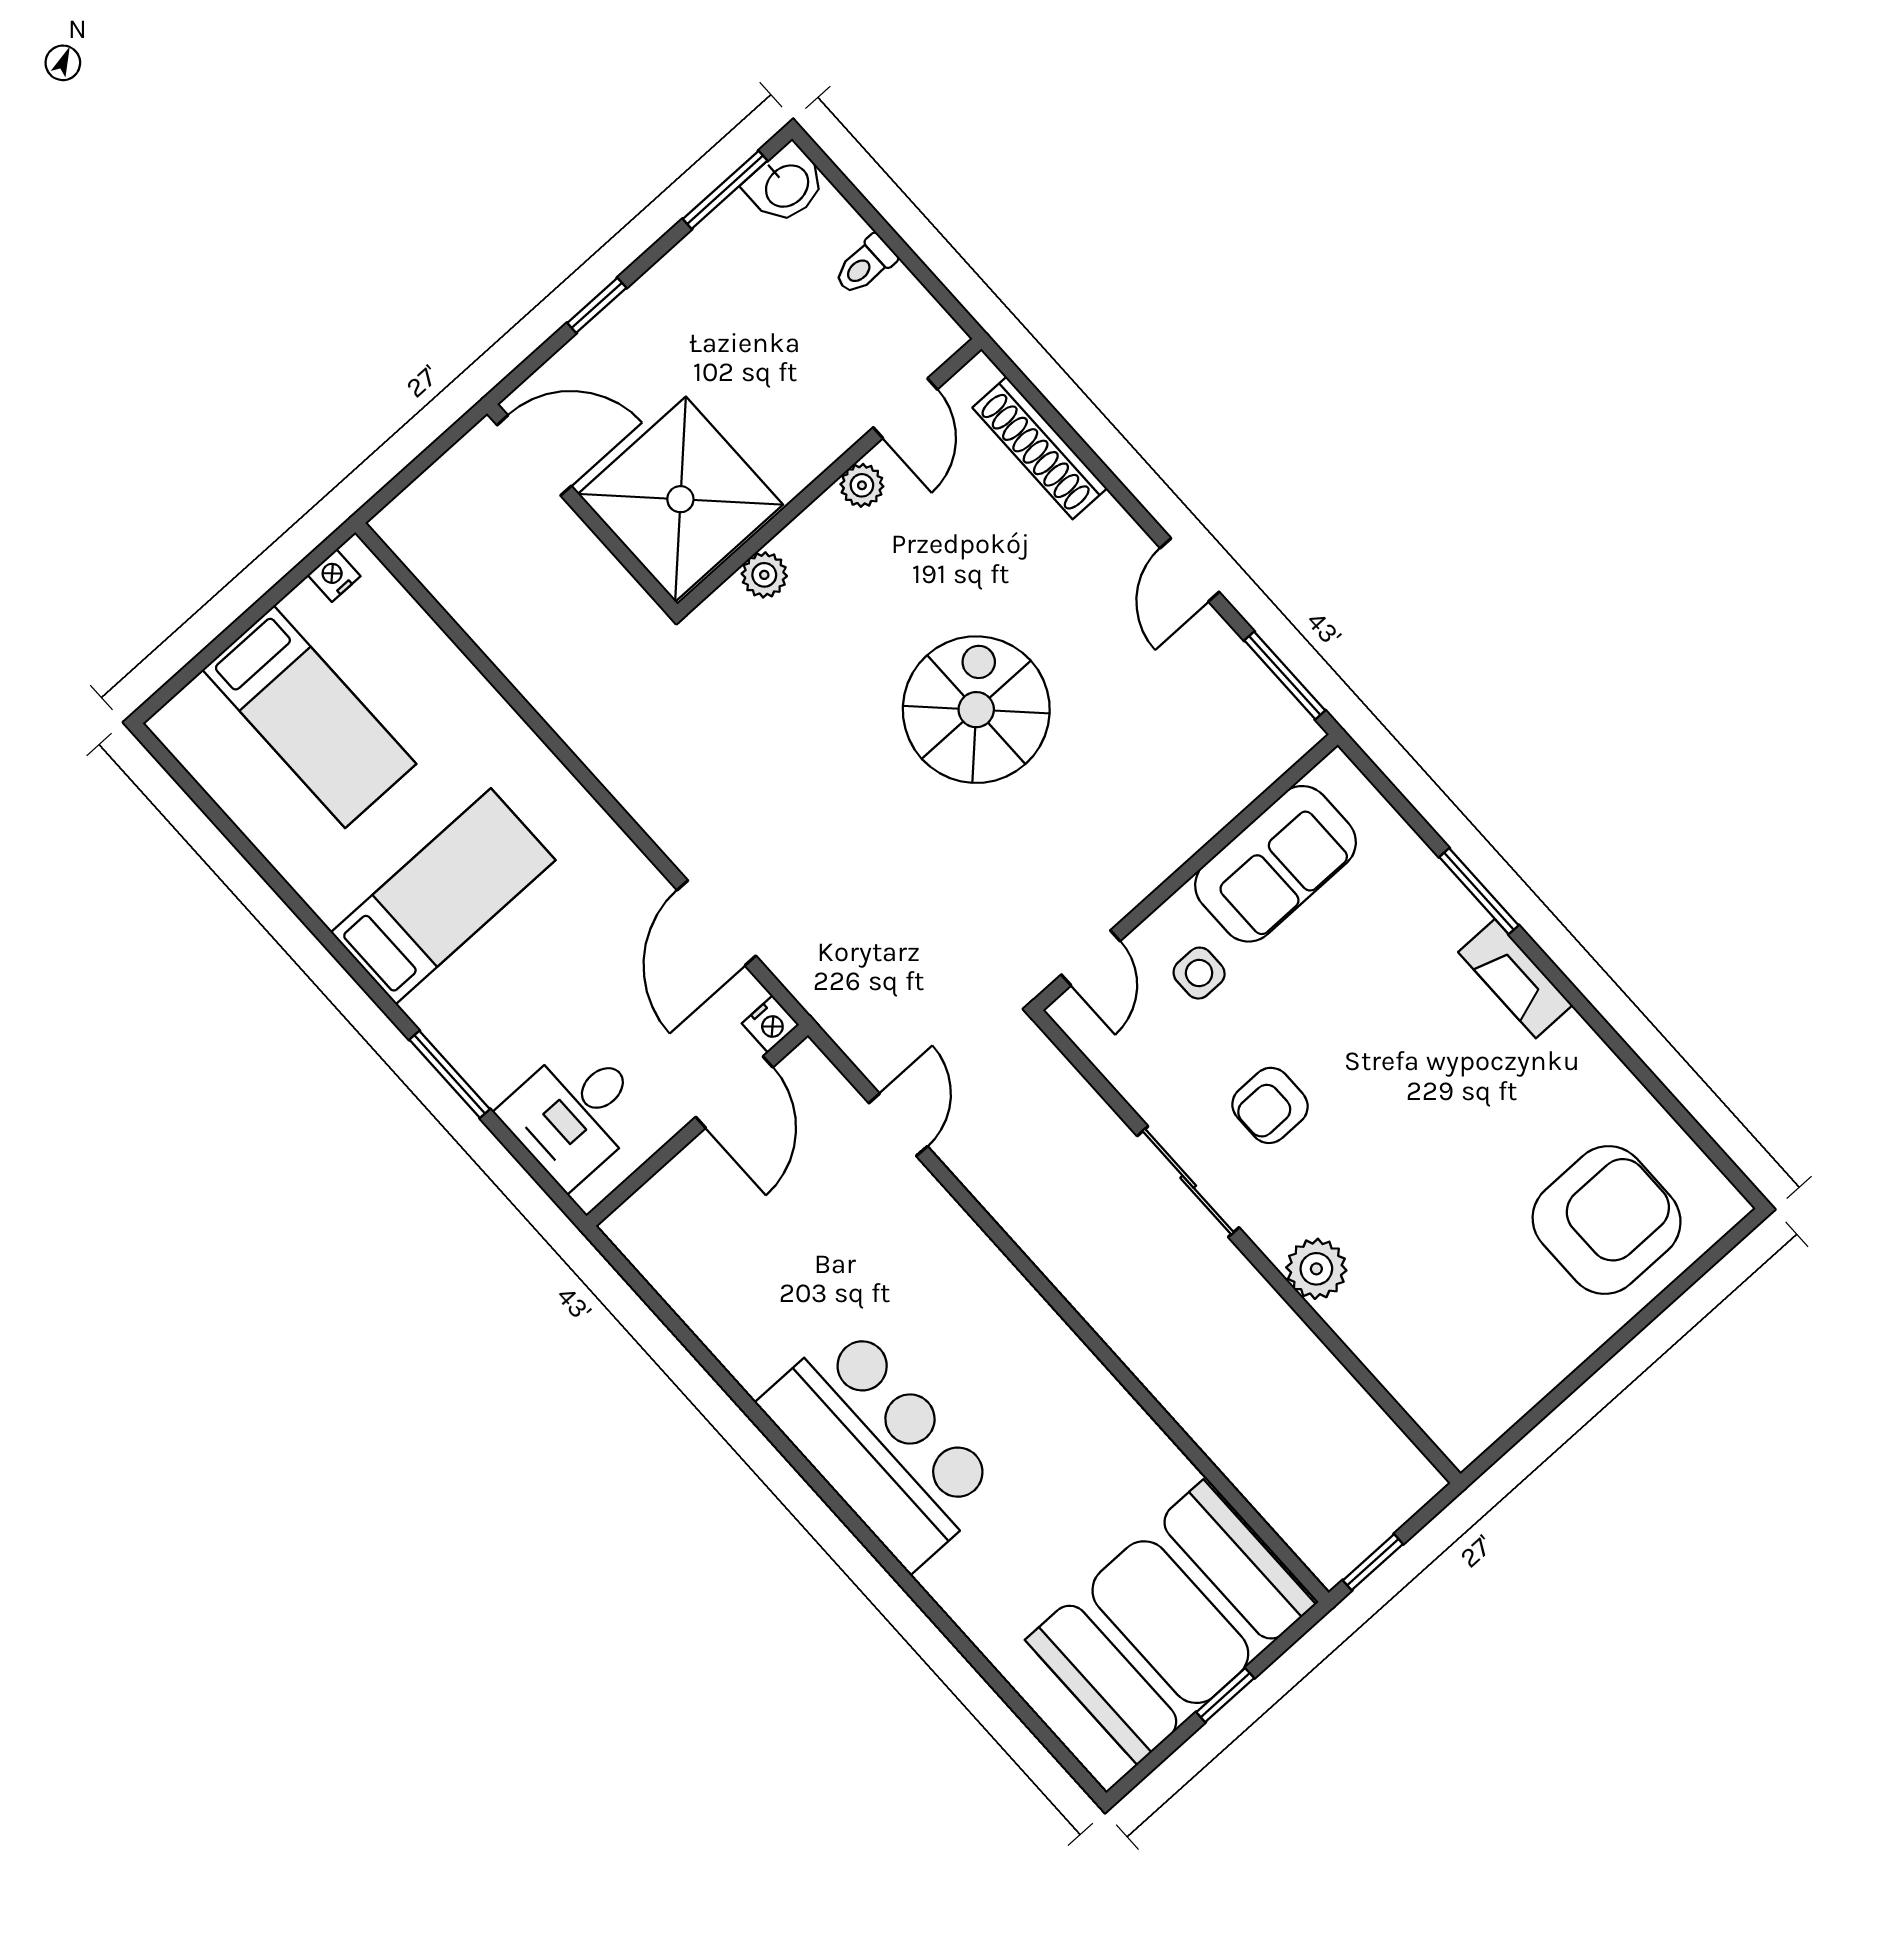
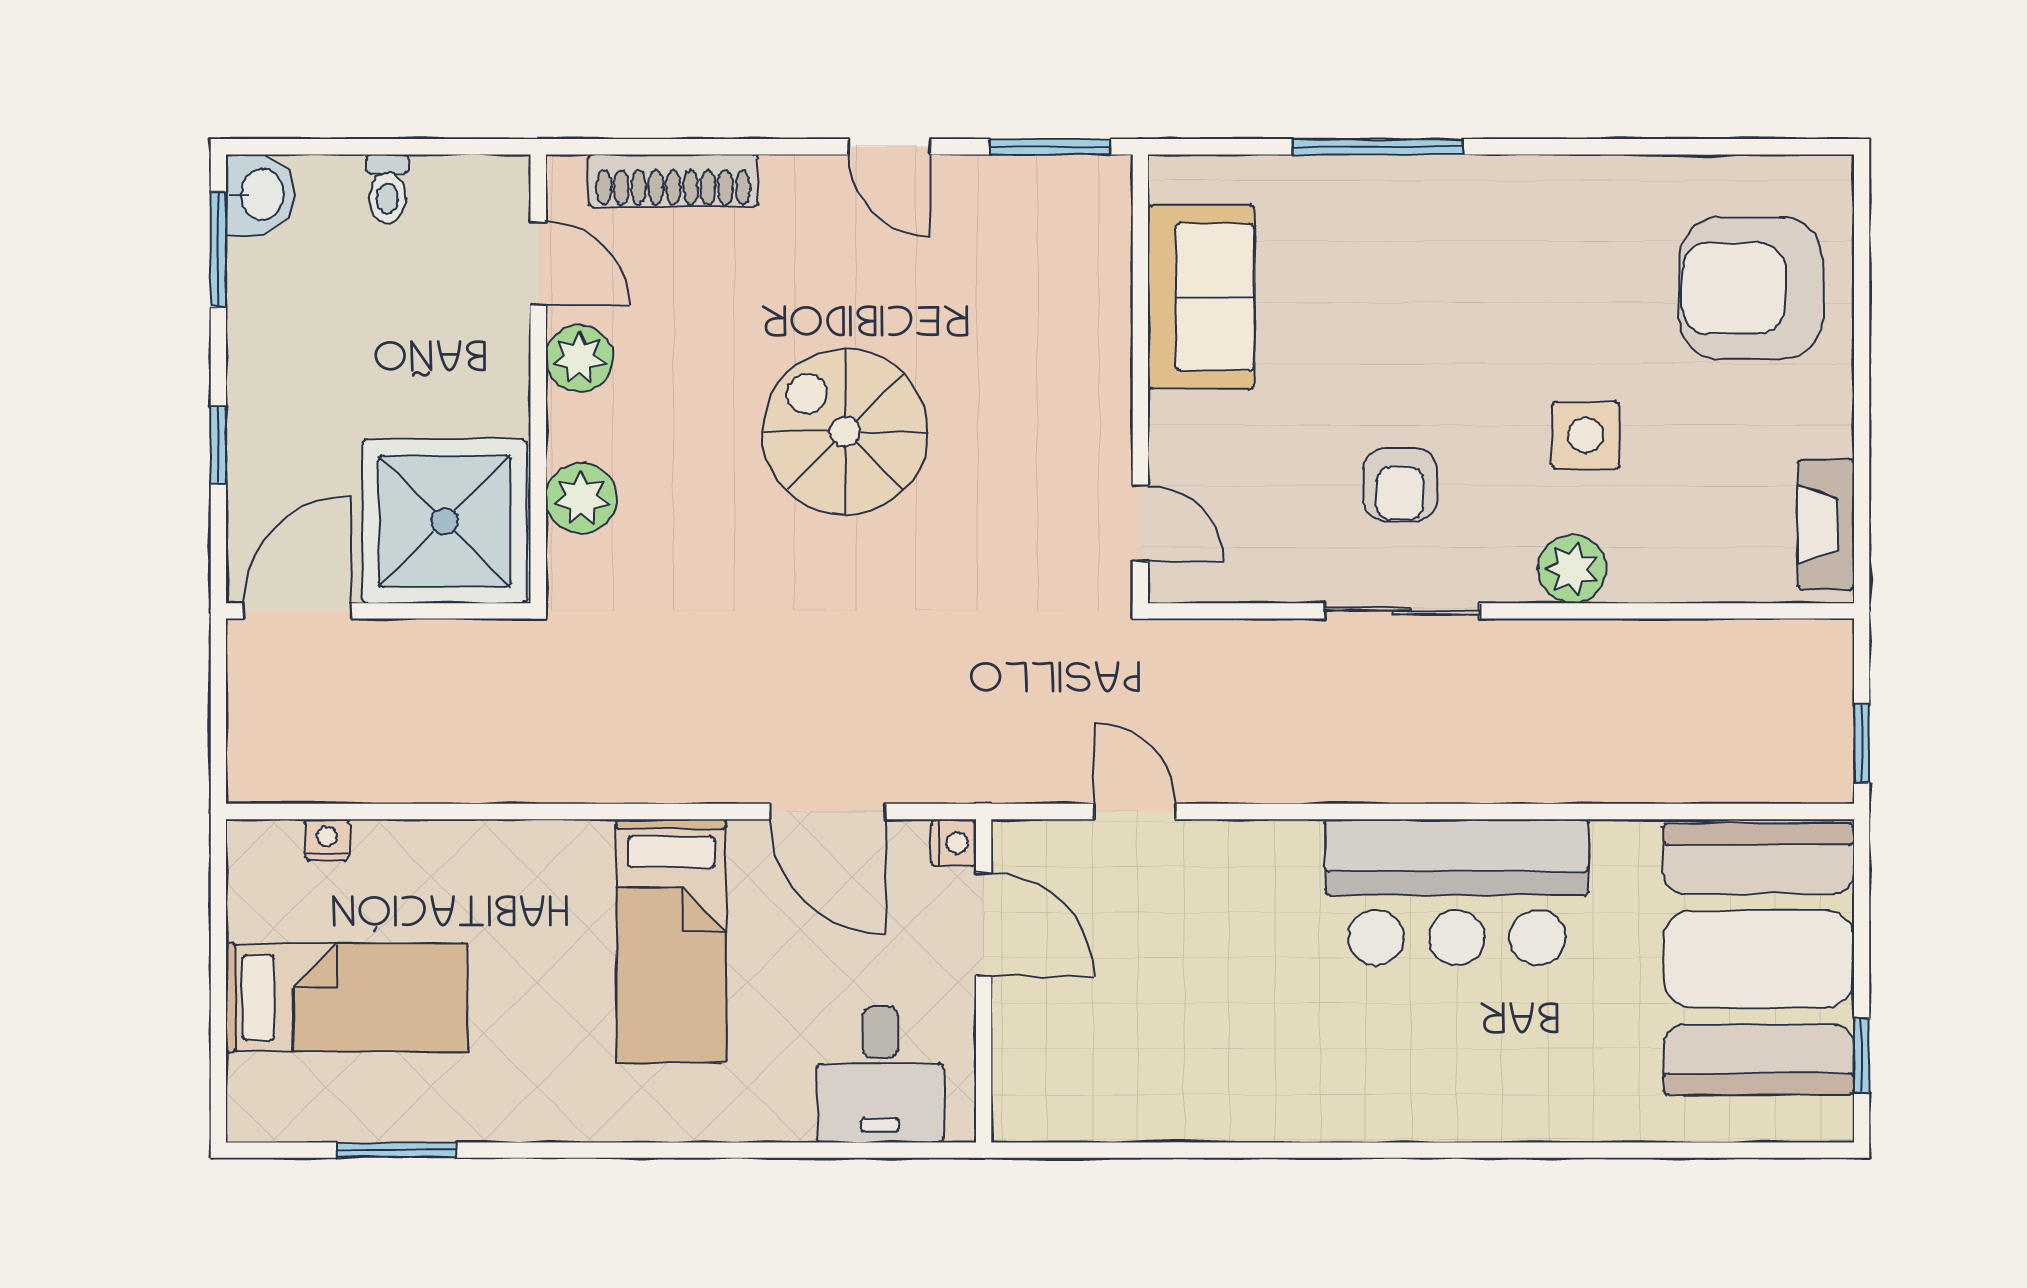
plant: (862, 485) -> (579, 358), width x1.38, depth x1.38
plant: (764, 575) -> (581, 498), width x1.38, depth x1.38
nightstand: (334, 576) -> (327, 840), moved, turned 90
window: (1479, 891) -> (1378, 147), width x1.44
bed: (443, 896) -> (671, 941), moved, turned 180
side table: (1199, 973) -> (1586, 435), moved, width x1.37, depth x1.37
fireplace: (1515, 979) -> (1826, 525), moved, turned 90
window: (450, 1074) -> (396, 1150), moved
armchair: (1607, 1220) -> (1751, 288), turned -90
bar counter: (880, 1446) -> (1457, 892), moved, turned 180
window: (1225, 1695) -> (1862, 1055), moved

